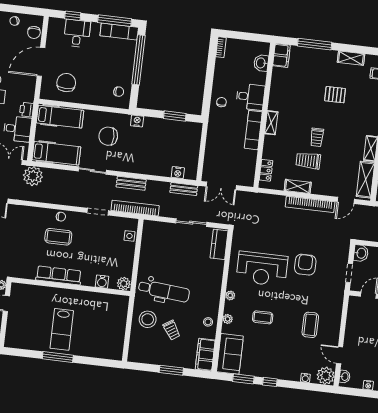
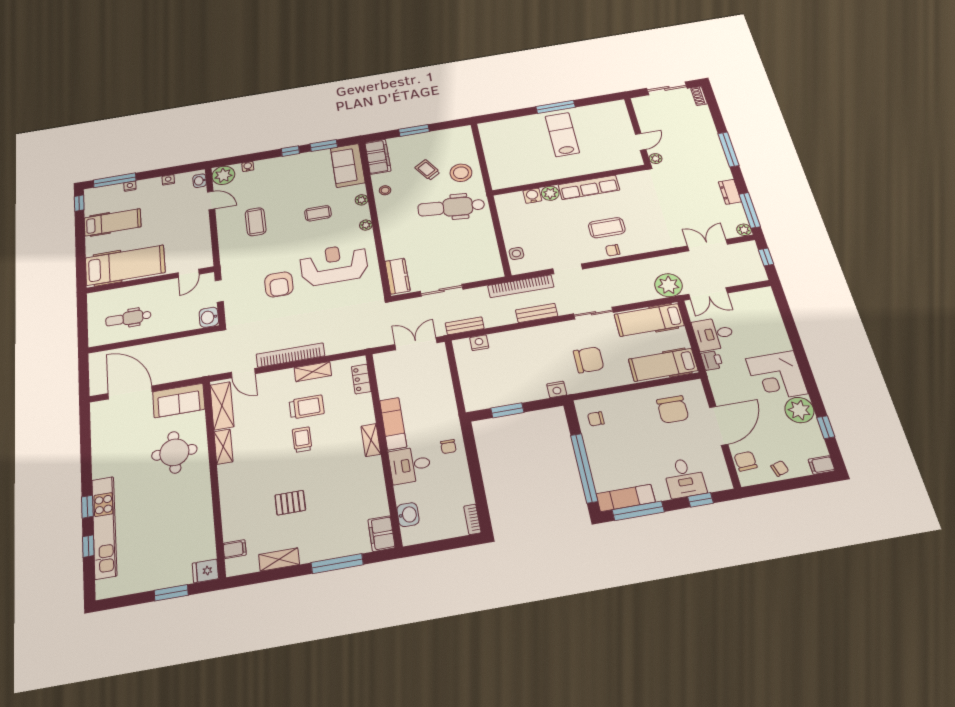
door: (346, 200) -> (243, 373), swing flipped
plant: (124, 284) -> (550, 193), moved

